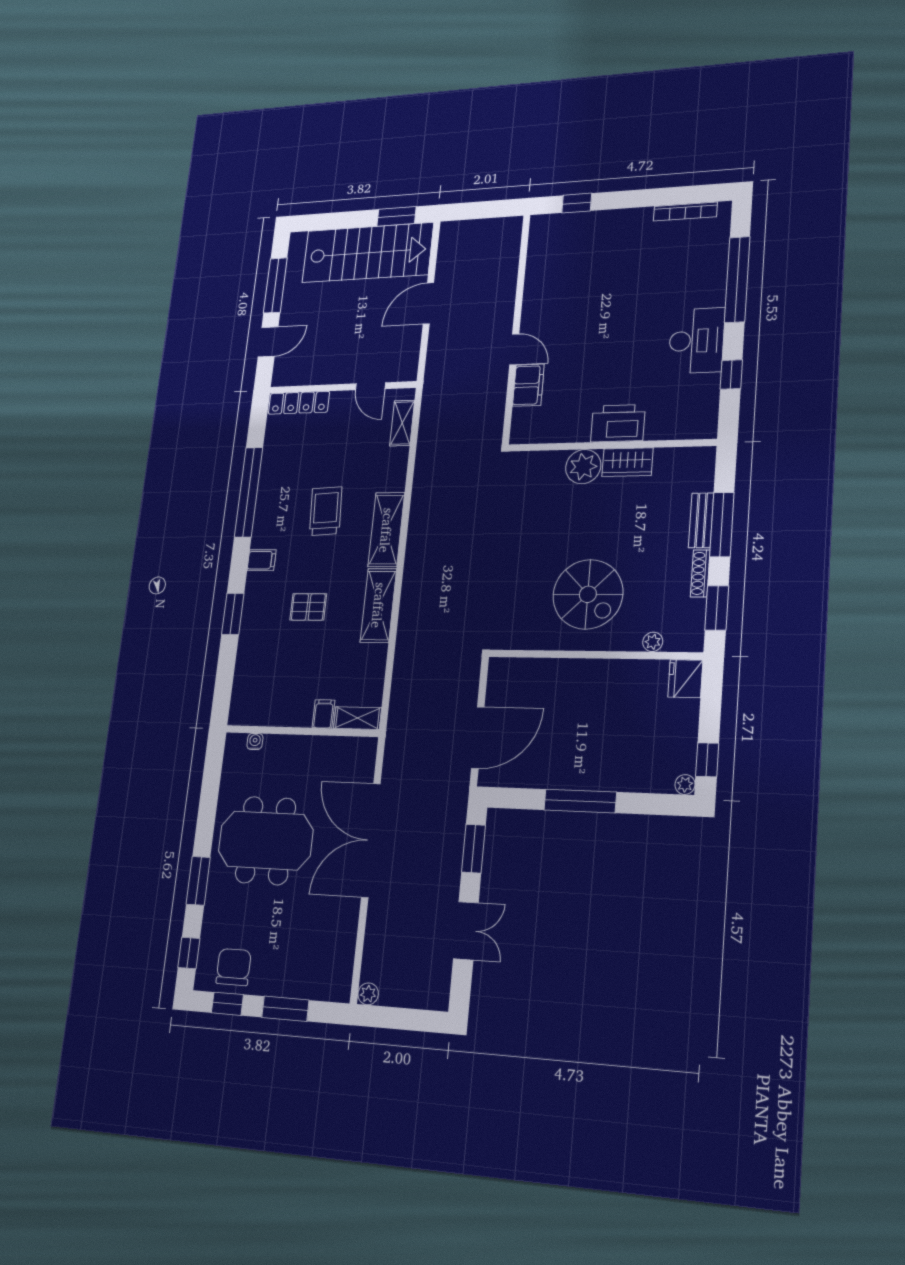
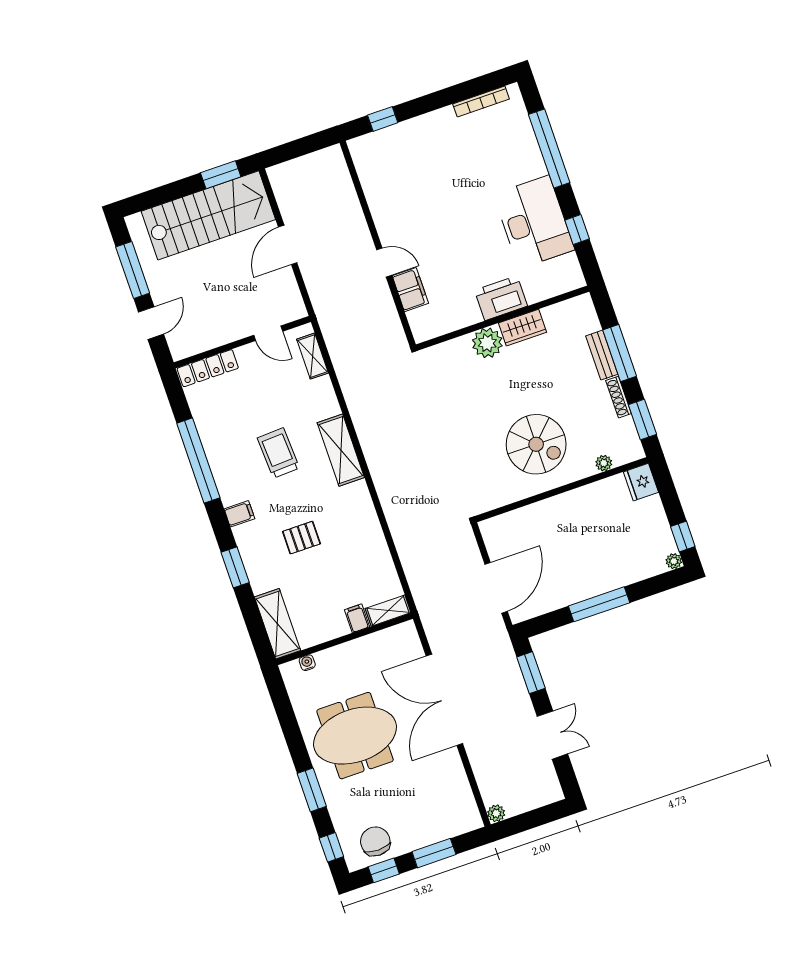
desk: (697, 341) -> (534, 222), width x1.36, depth x1.30
shelving: (378, 605) -> (277, 624), moved

